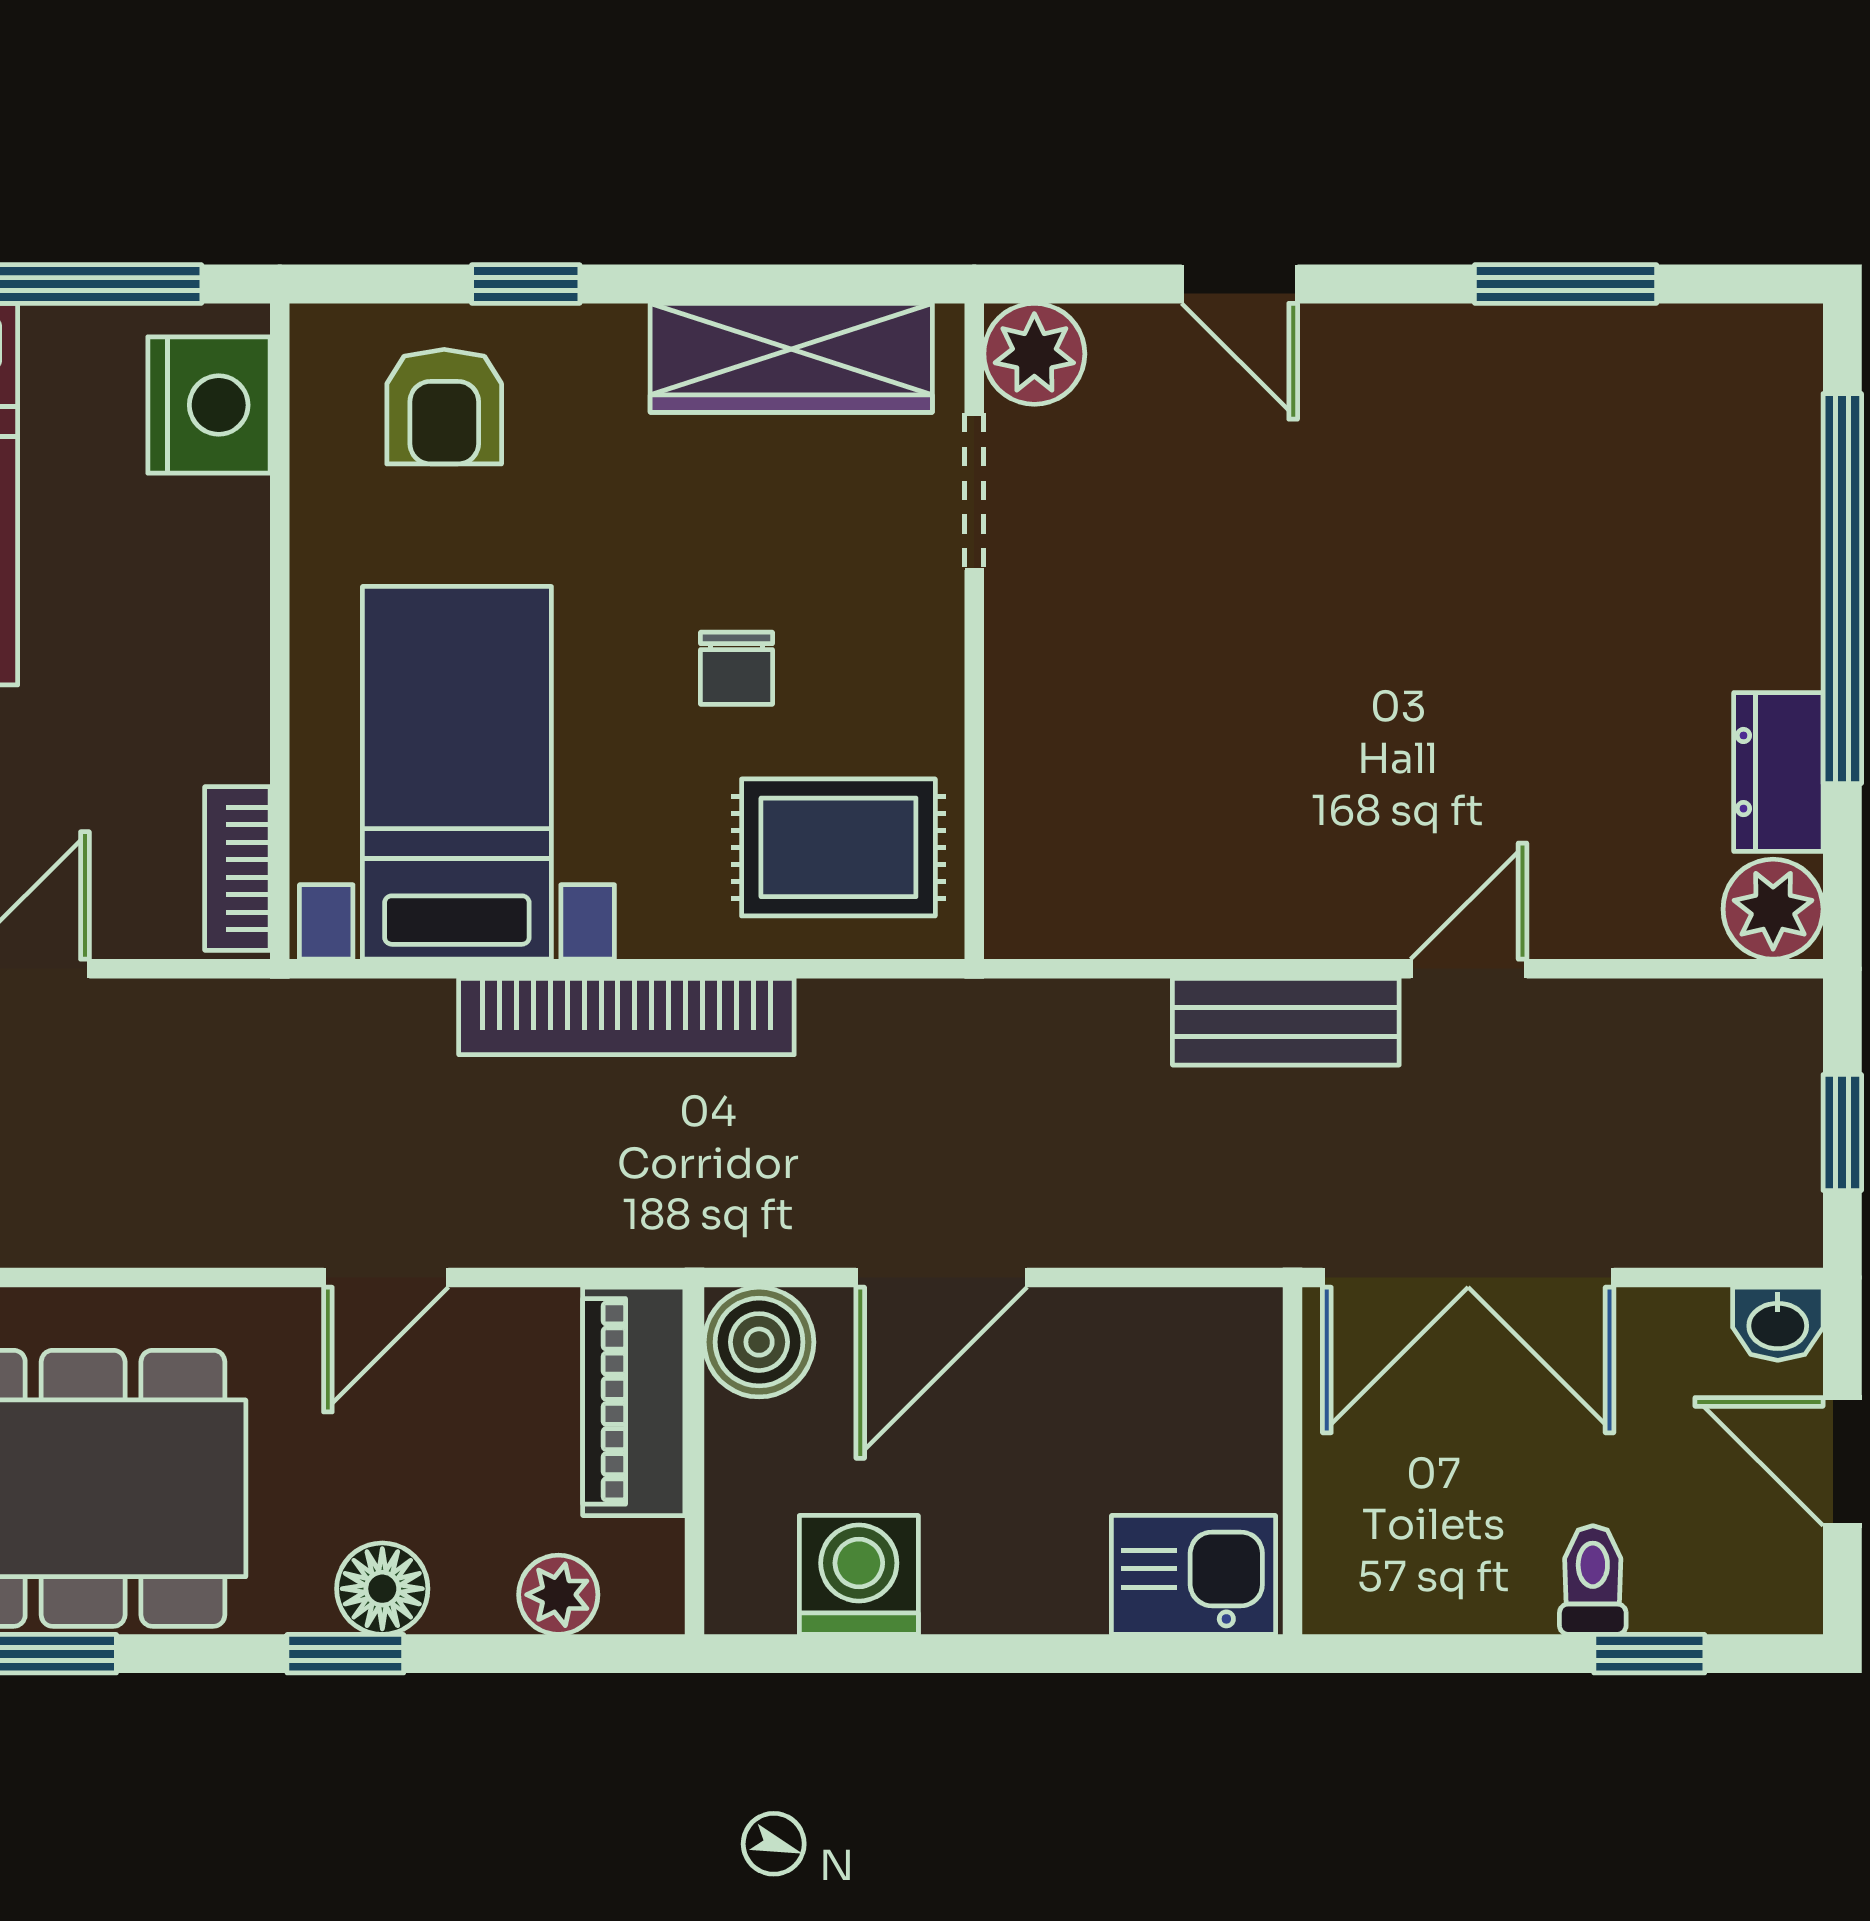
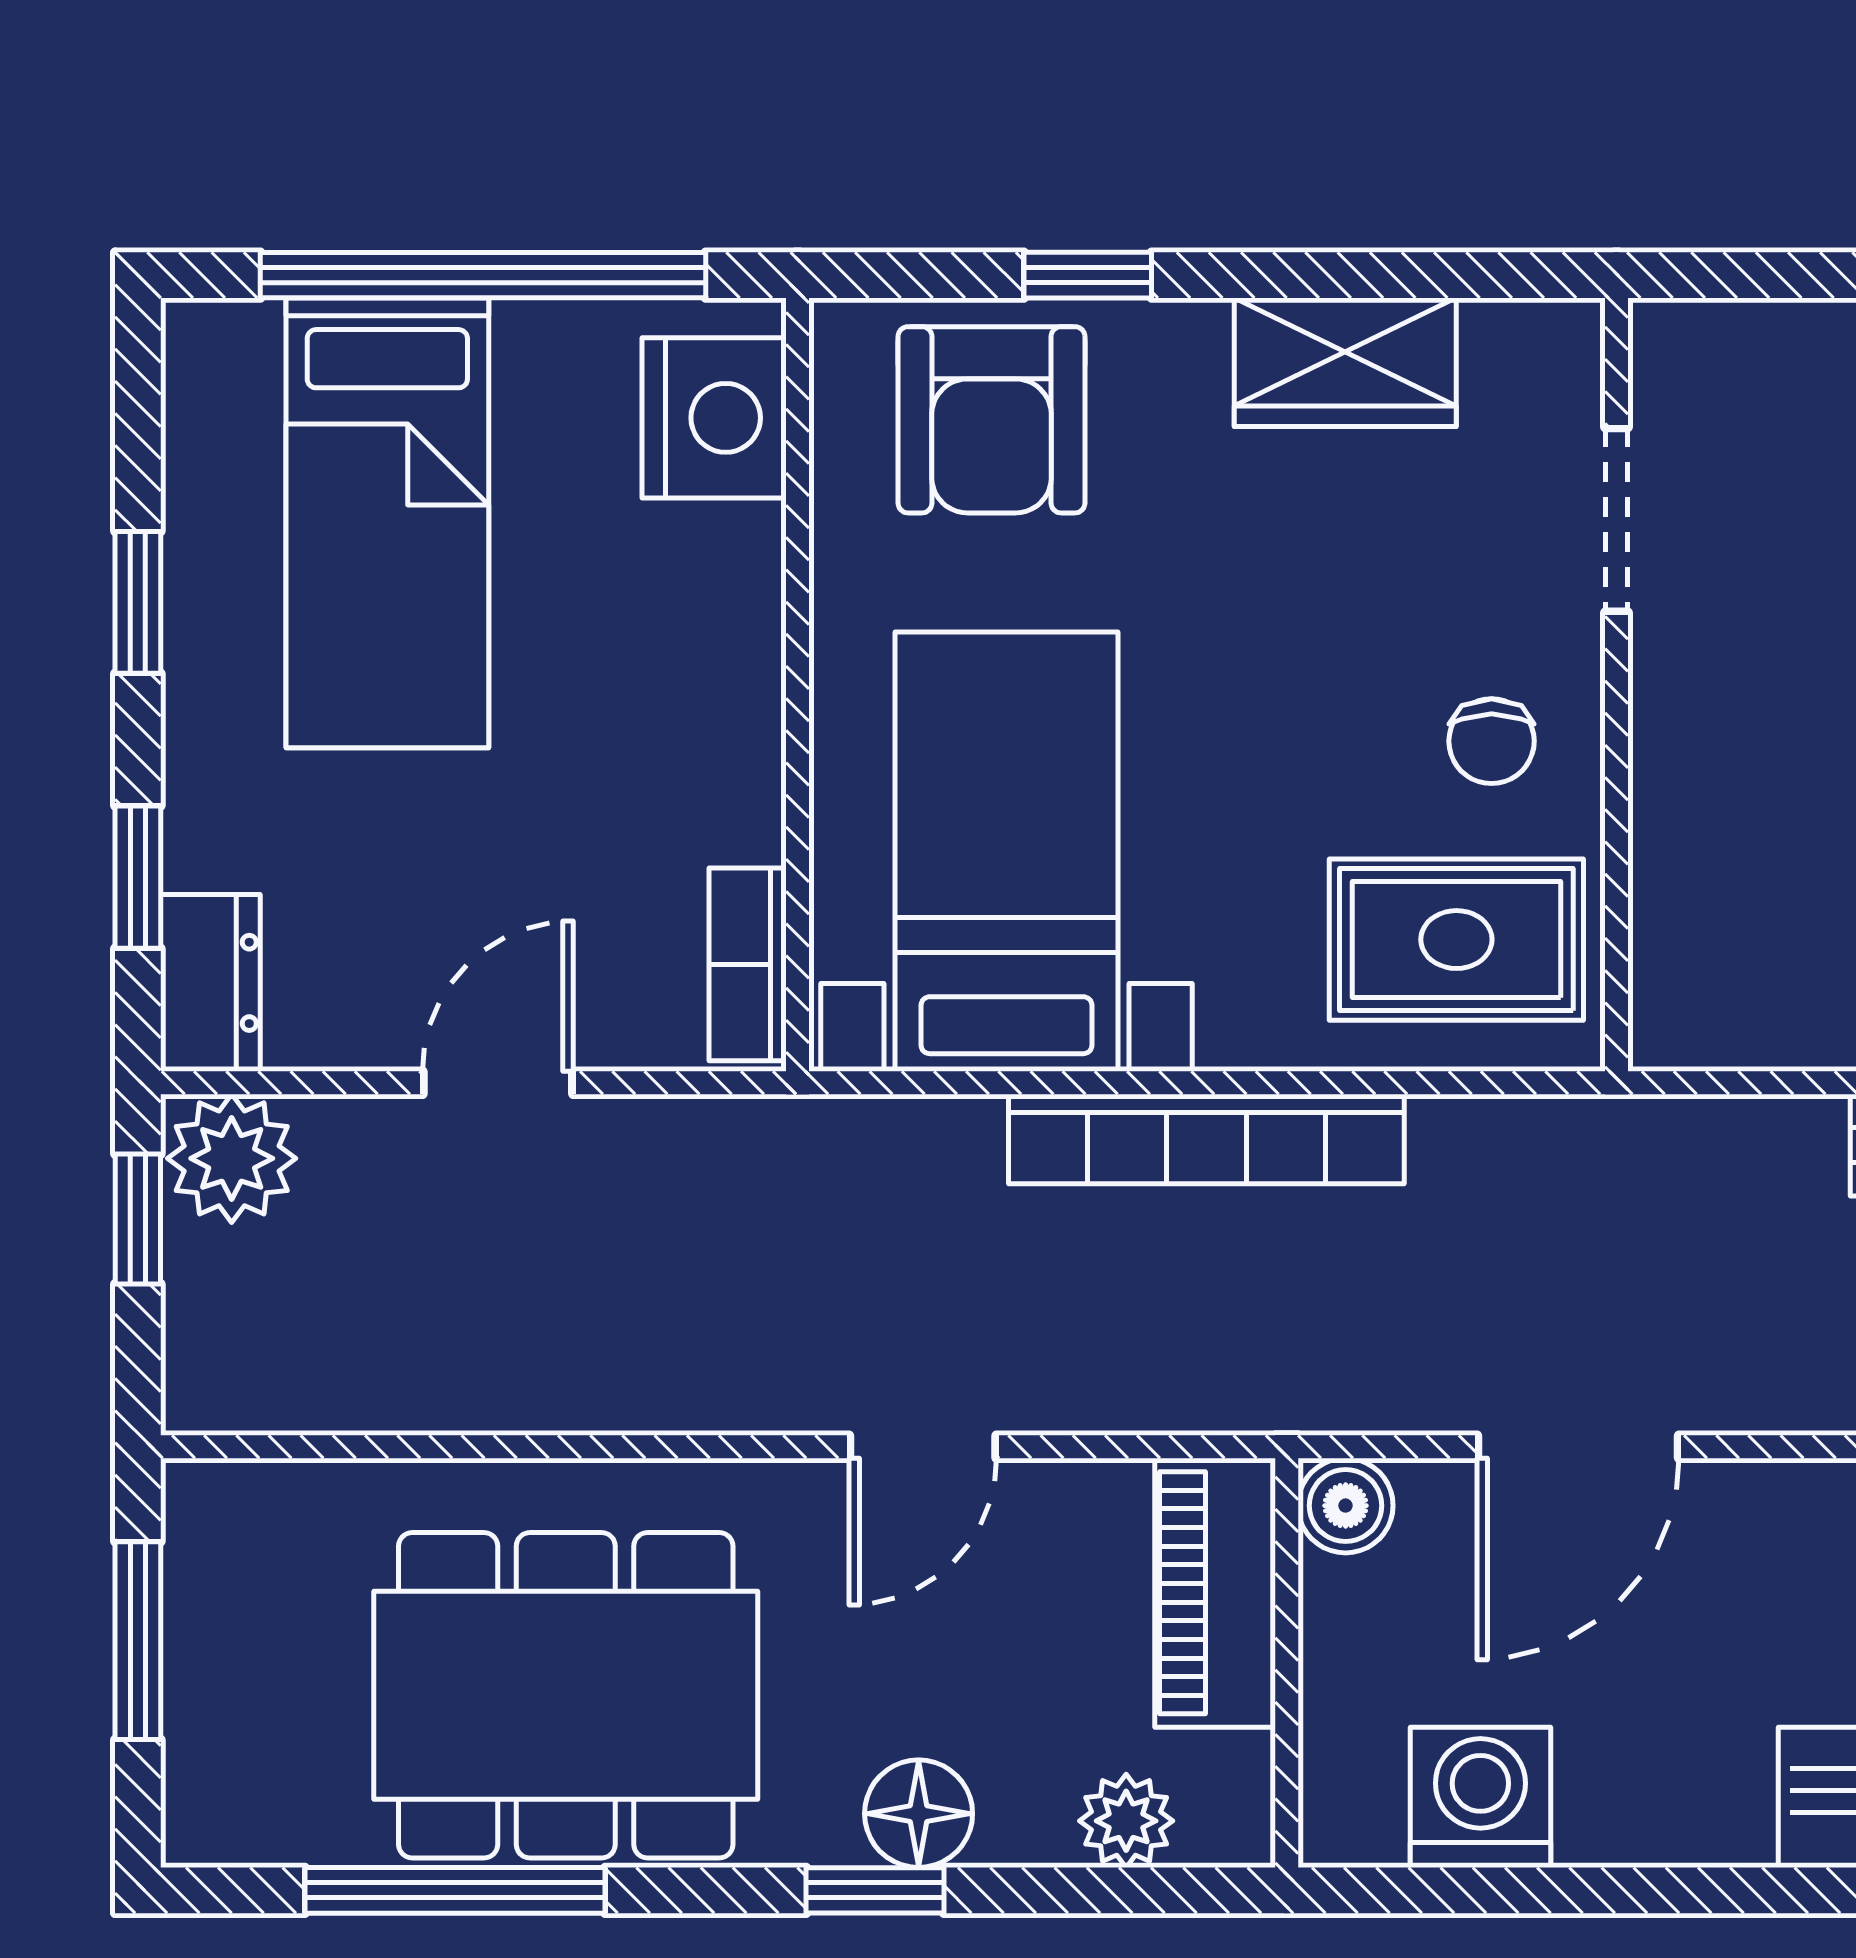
plant: (1034, 354) -> (1687, 357), removed
wardrobe: (791, 358) -> (1345, 362), width x0.67
armchair: (444, 407) -> (992, 420), width x1.38, depth x1.38
chair: (736, 668) -> (1492, 741), moved
boiler: (759, 1342) -> (1346, 1506), width x0.73, depth x0.73

